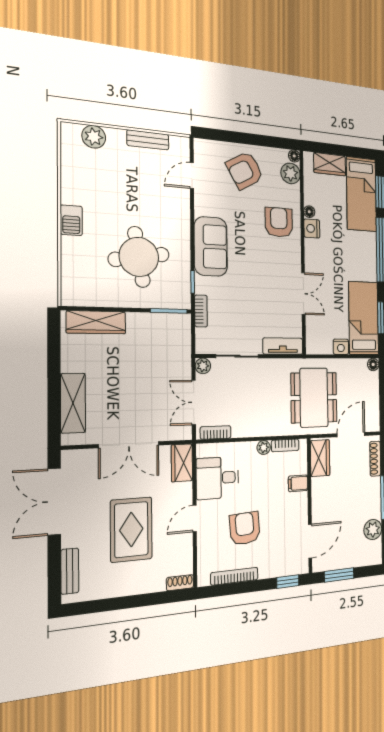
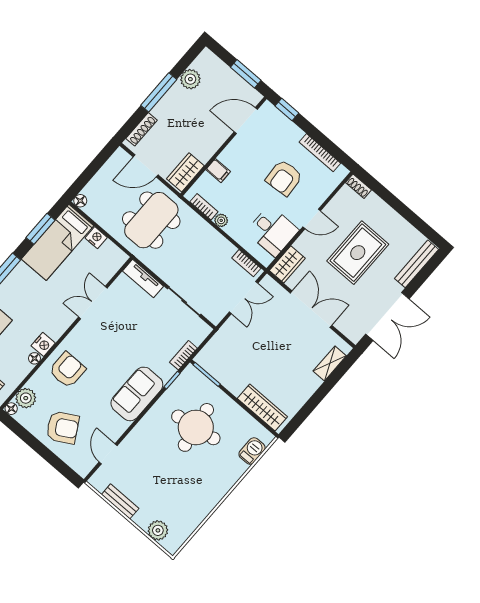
door: (192, 176) -> (108, 454), swing flipped
barbecue: (71, 220) -> (252, 451), moved
armchair: (279, 222) -> (67, 370), turned 180
plant: (203, 366) -> (215, 317), removed
shelving: (73, 403) -> (330, 363), width x0.67, depth x0.75
bench: (70, 571) -> (417, 264), width x1.36

